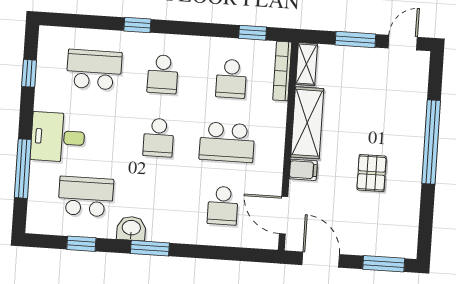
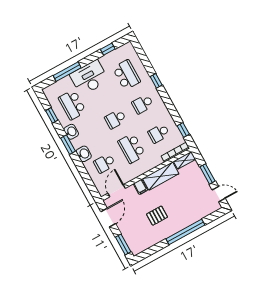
desk: (58, 137) -> (89, 78), width x1.37
school desk: (86, 197) -> (72, 105), turned 180
washbasin: (183, 231) -> (84, 154), added

